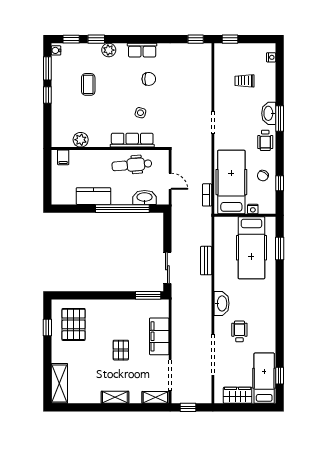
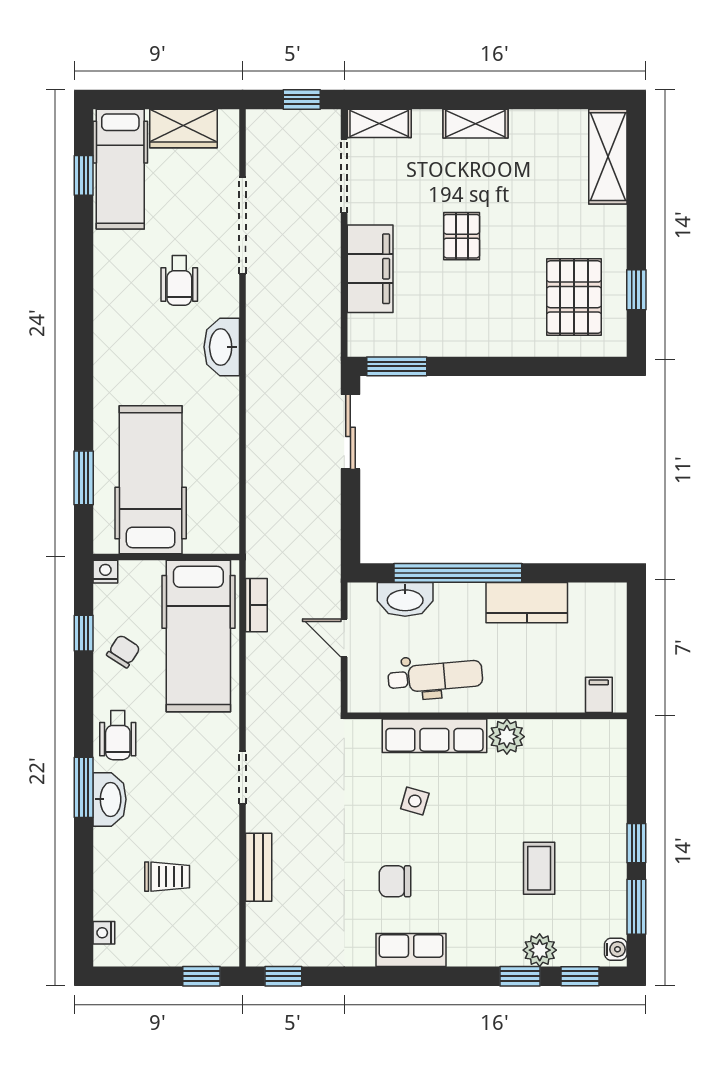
plant: (109, 50) -> (540, 950), moved
plant: (81, 140) -> (507, 737), moved
wheelchair: (265, 140) -> (118, 735), turned 180
nightstand: (253, 209) -> (105, 572), moved
bench: (206, 261) -> (259, 867), moved

